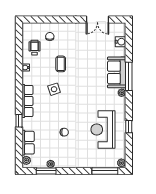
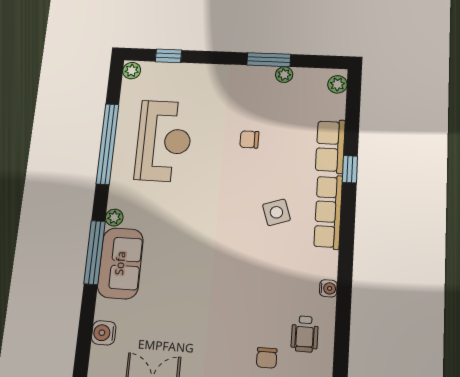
coffee table: (61, 64) -> (246, 291), removed
side table: (54, 89) -> (276, 212), moved
window: (129, 127) -> (108, 144), width x3.17
row of seats: (28, 143) -> (330, 146), moved
window: (46, 171) -> (269, 60), moved
window: (105, 171) -> (168, 56), width x0.46

